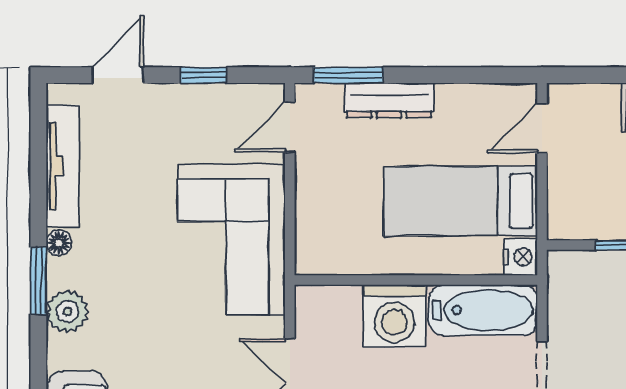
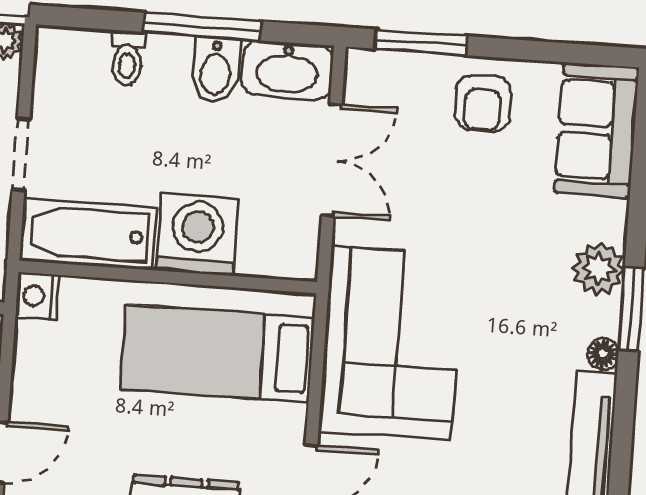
bed: (460, 201) -> (217, 353), moved, turned 180

